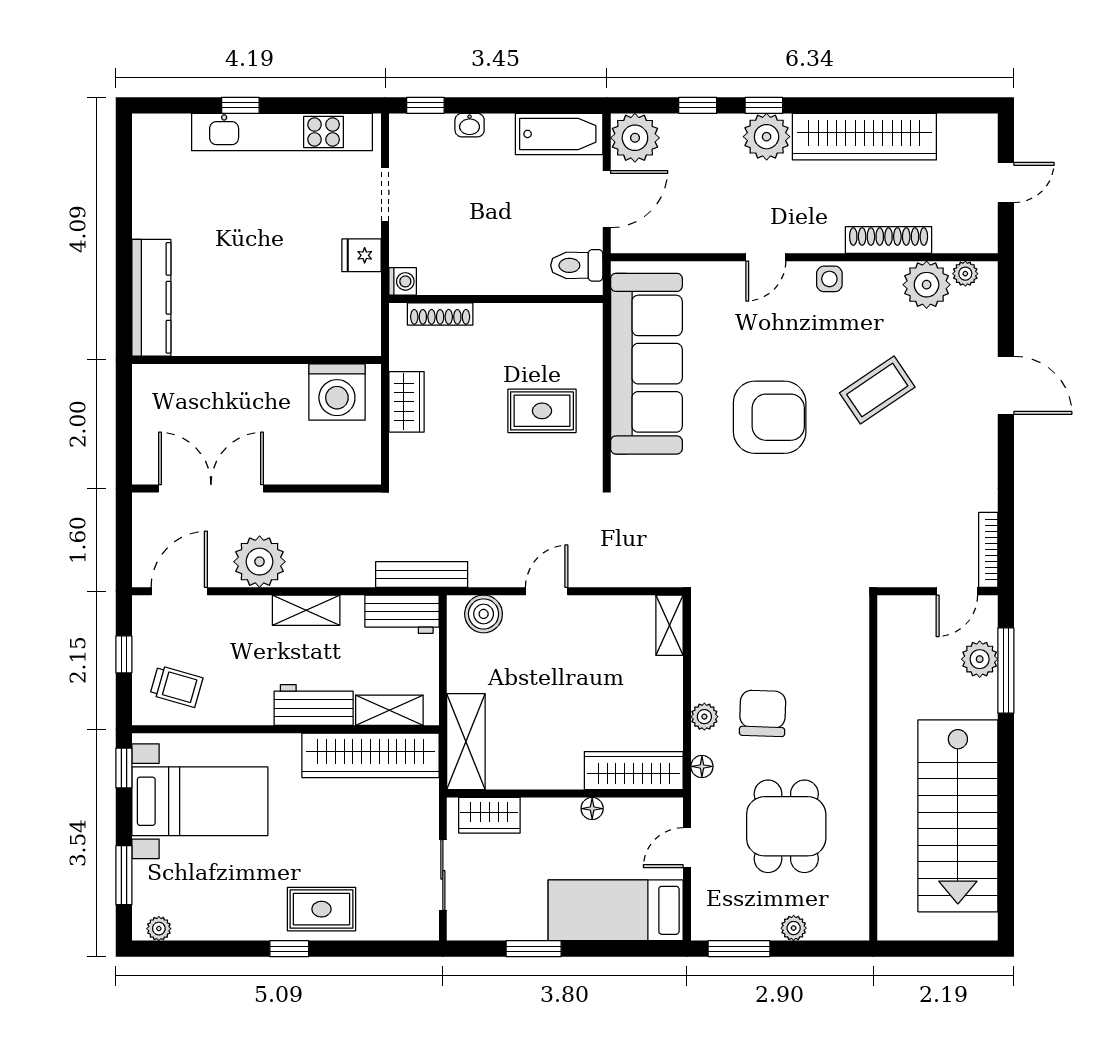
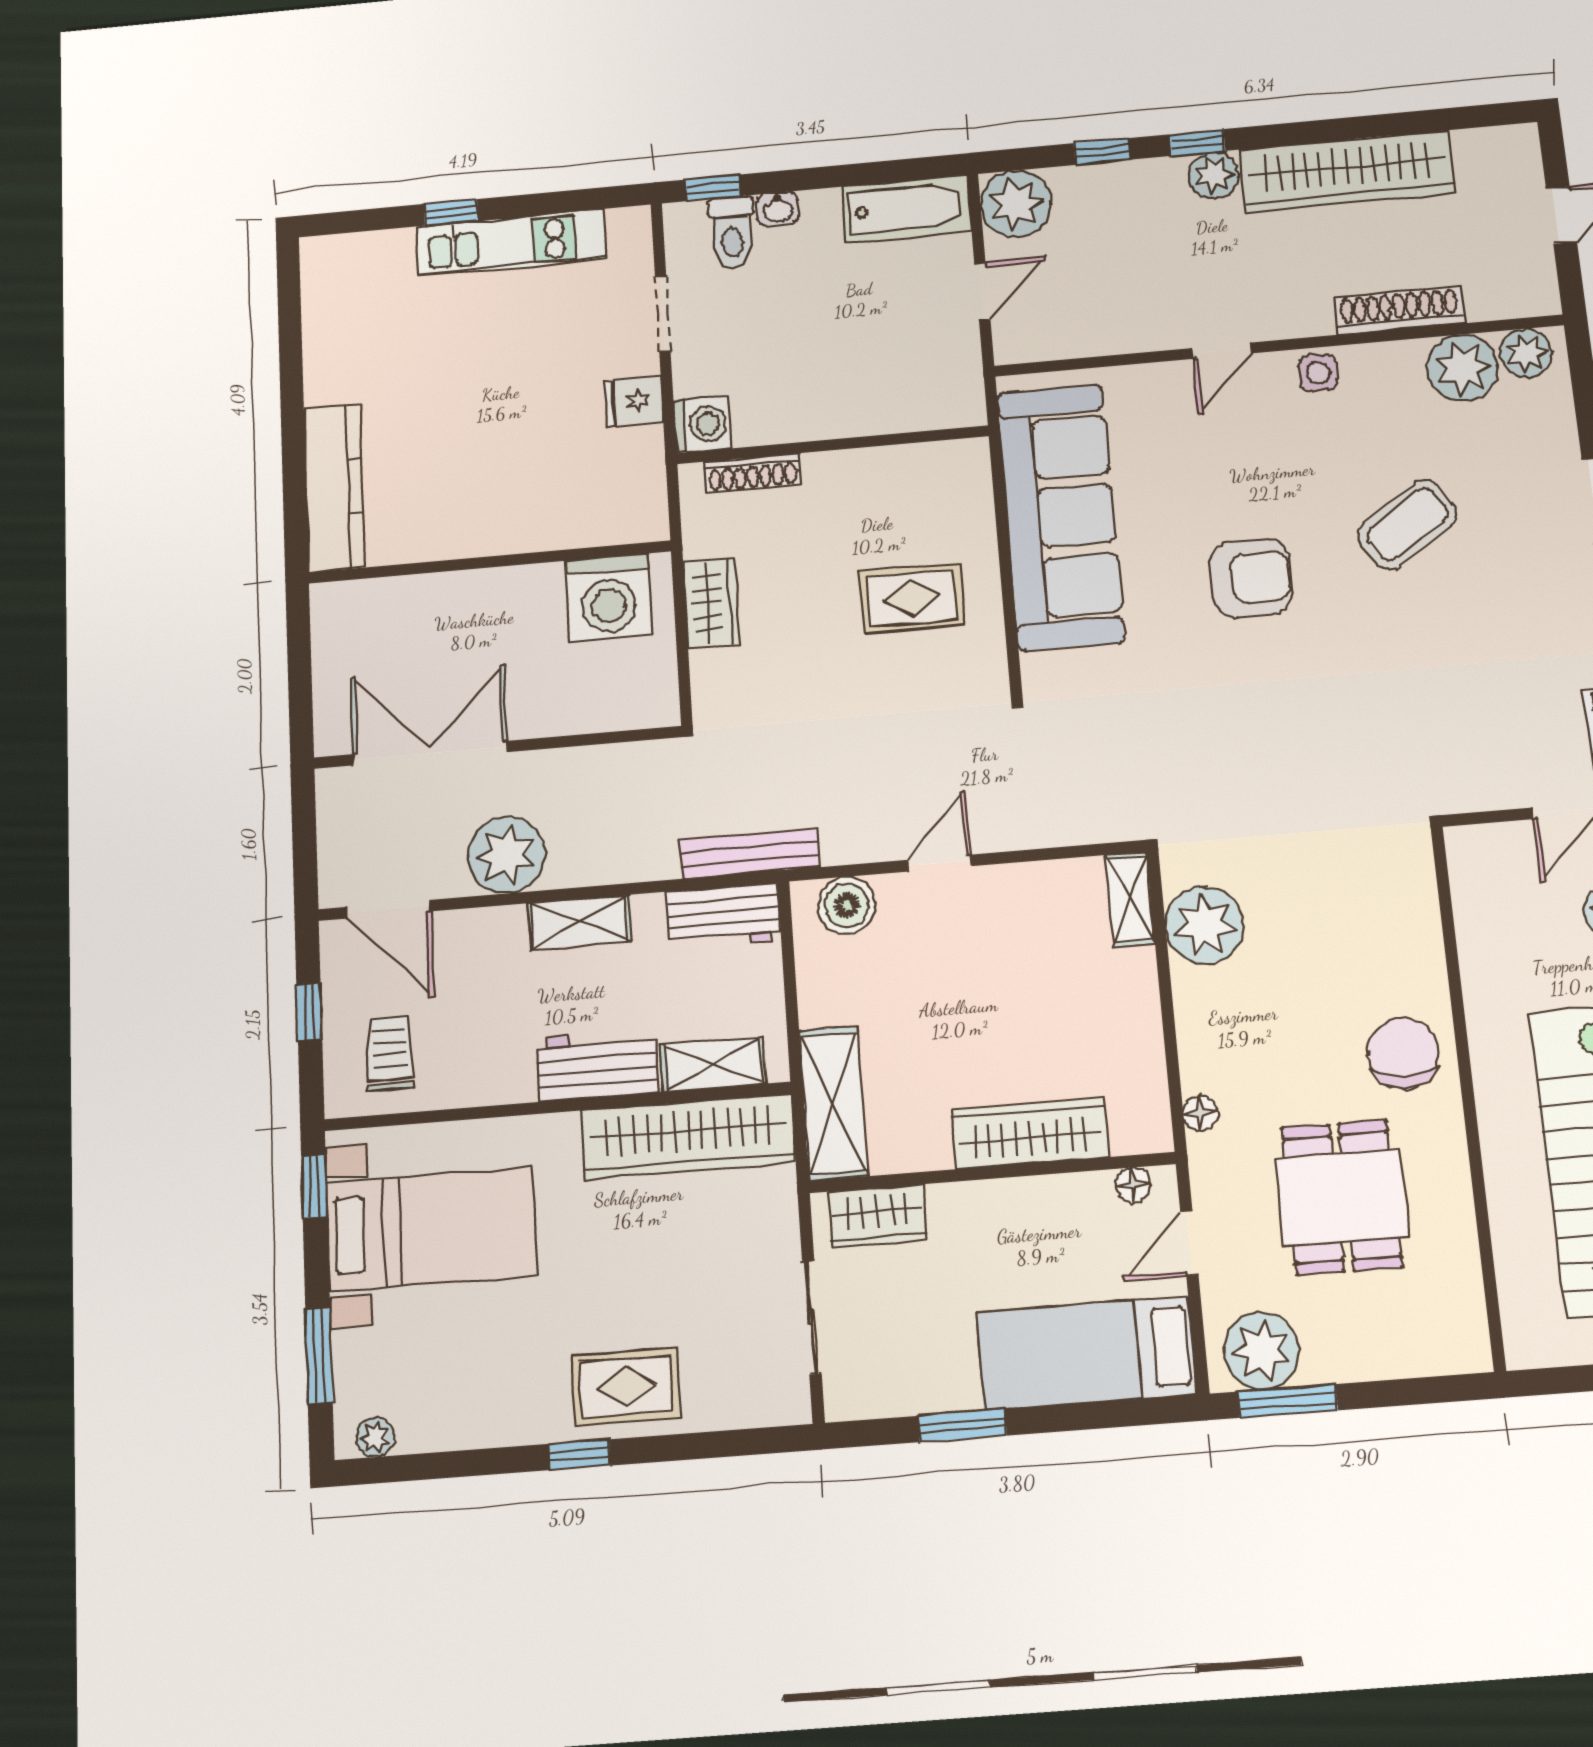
kitchen unit: (282, 132) -> (511, 243), width x0.73
plant: (767, 137) -> (1214, 175), width x0.73, depth x0.73
door: (607, 199) -> (982, 291), width x0.73
toilet: (577, 265) -> (732, 232), moved, turned -90
plant: (965, 274) -> (1526, 353), width x1.38, depth x1.38
washing machine: (403, 281) -> (702, 424), width x1.38, depth x1.38
armchair: (770, 417) -> (1251, 578), width x0.73, depth x0.73
door: (179, 591) -> (389, 909), swing flipped
trolley: (176, 686) -> (390, 1054), turned -106
chair: (763, 713) -> (1403, 1053), moved
plant: (704, 717) -> (1205, 925), moved, width x1.87, depth x1.87
wardrobe: (634, 771) -> (1030, 1133), moved
floor lamp: (592, 809) -> (1133, 1185), moved
plant: (794, 928) -> (1262, 1351), moved, width x1.88, depth x1.88

